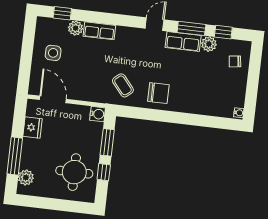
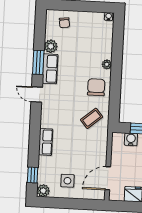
plant: (76, 28) -> (43, 191), moved
window: (223, 32) -> (40, 35), removed
plant: (184, 107) -> (107, 64), added
water cooler: (98, 114) -> (131, 139), moved

